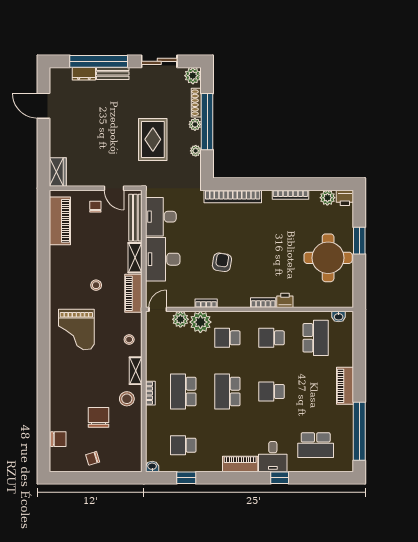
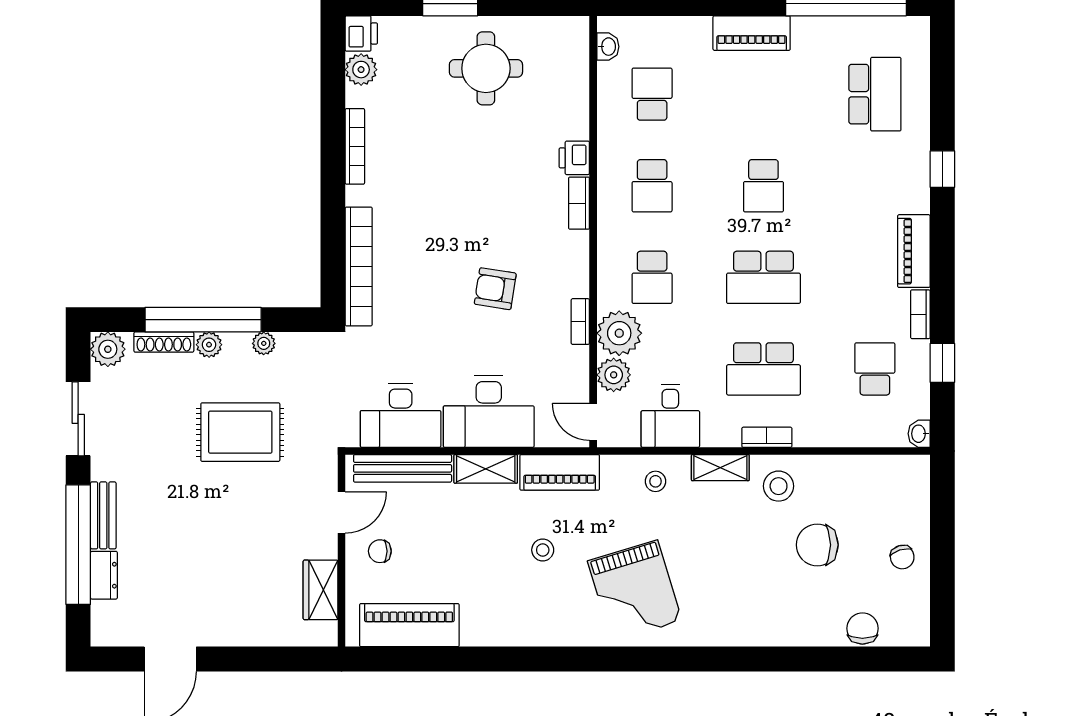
wardrobe: (58, 172) -> (321, 590), moved, turned -90
round table: (328, 258) -> (486, 68), width x0.73, depth x0.73
grand piano: (76, 330) -> (635, 591), turned 73
school desk: (316, 338) -> (652, 94), width x0.54
school desk: (183, 445) -> (875, 369), turned 180
desk: (273, 457) -> (670, 416), moved, turned 90
bookcase: (210, 467) -> (920, 314), added

